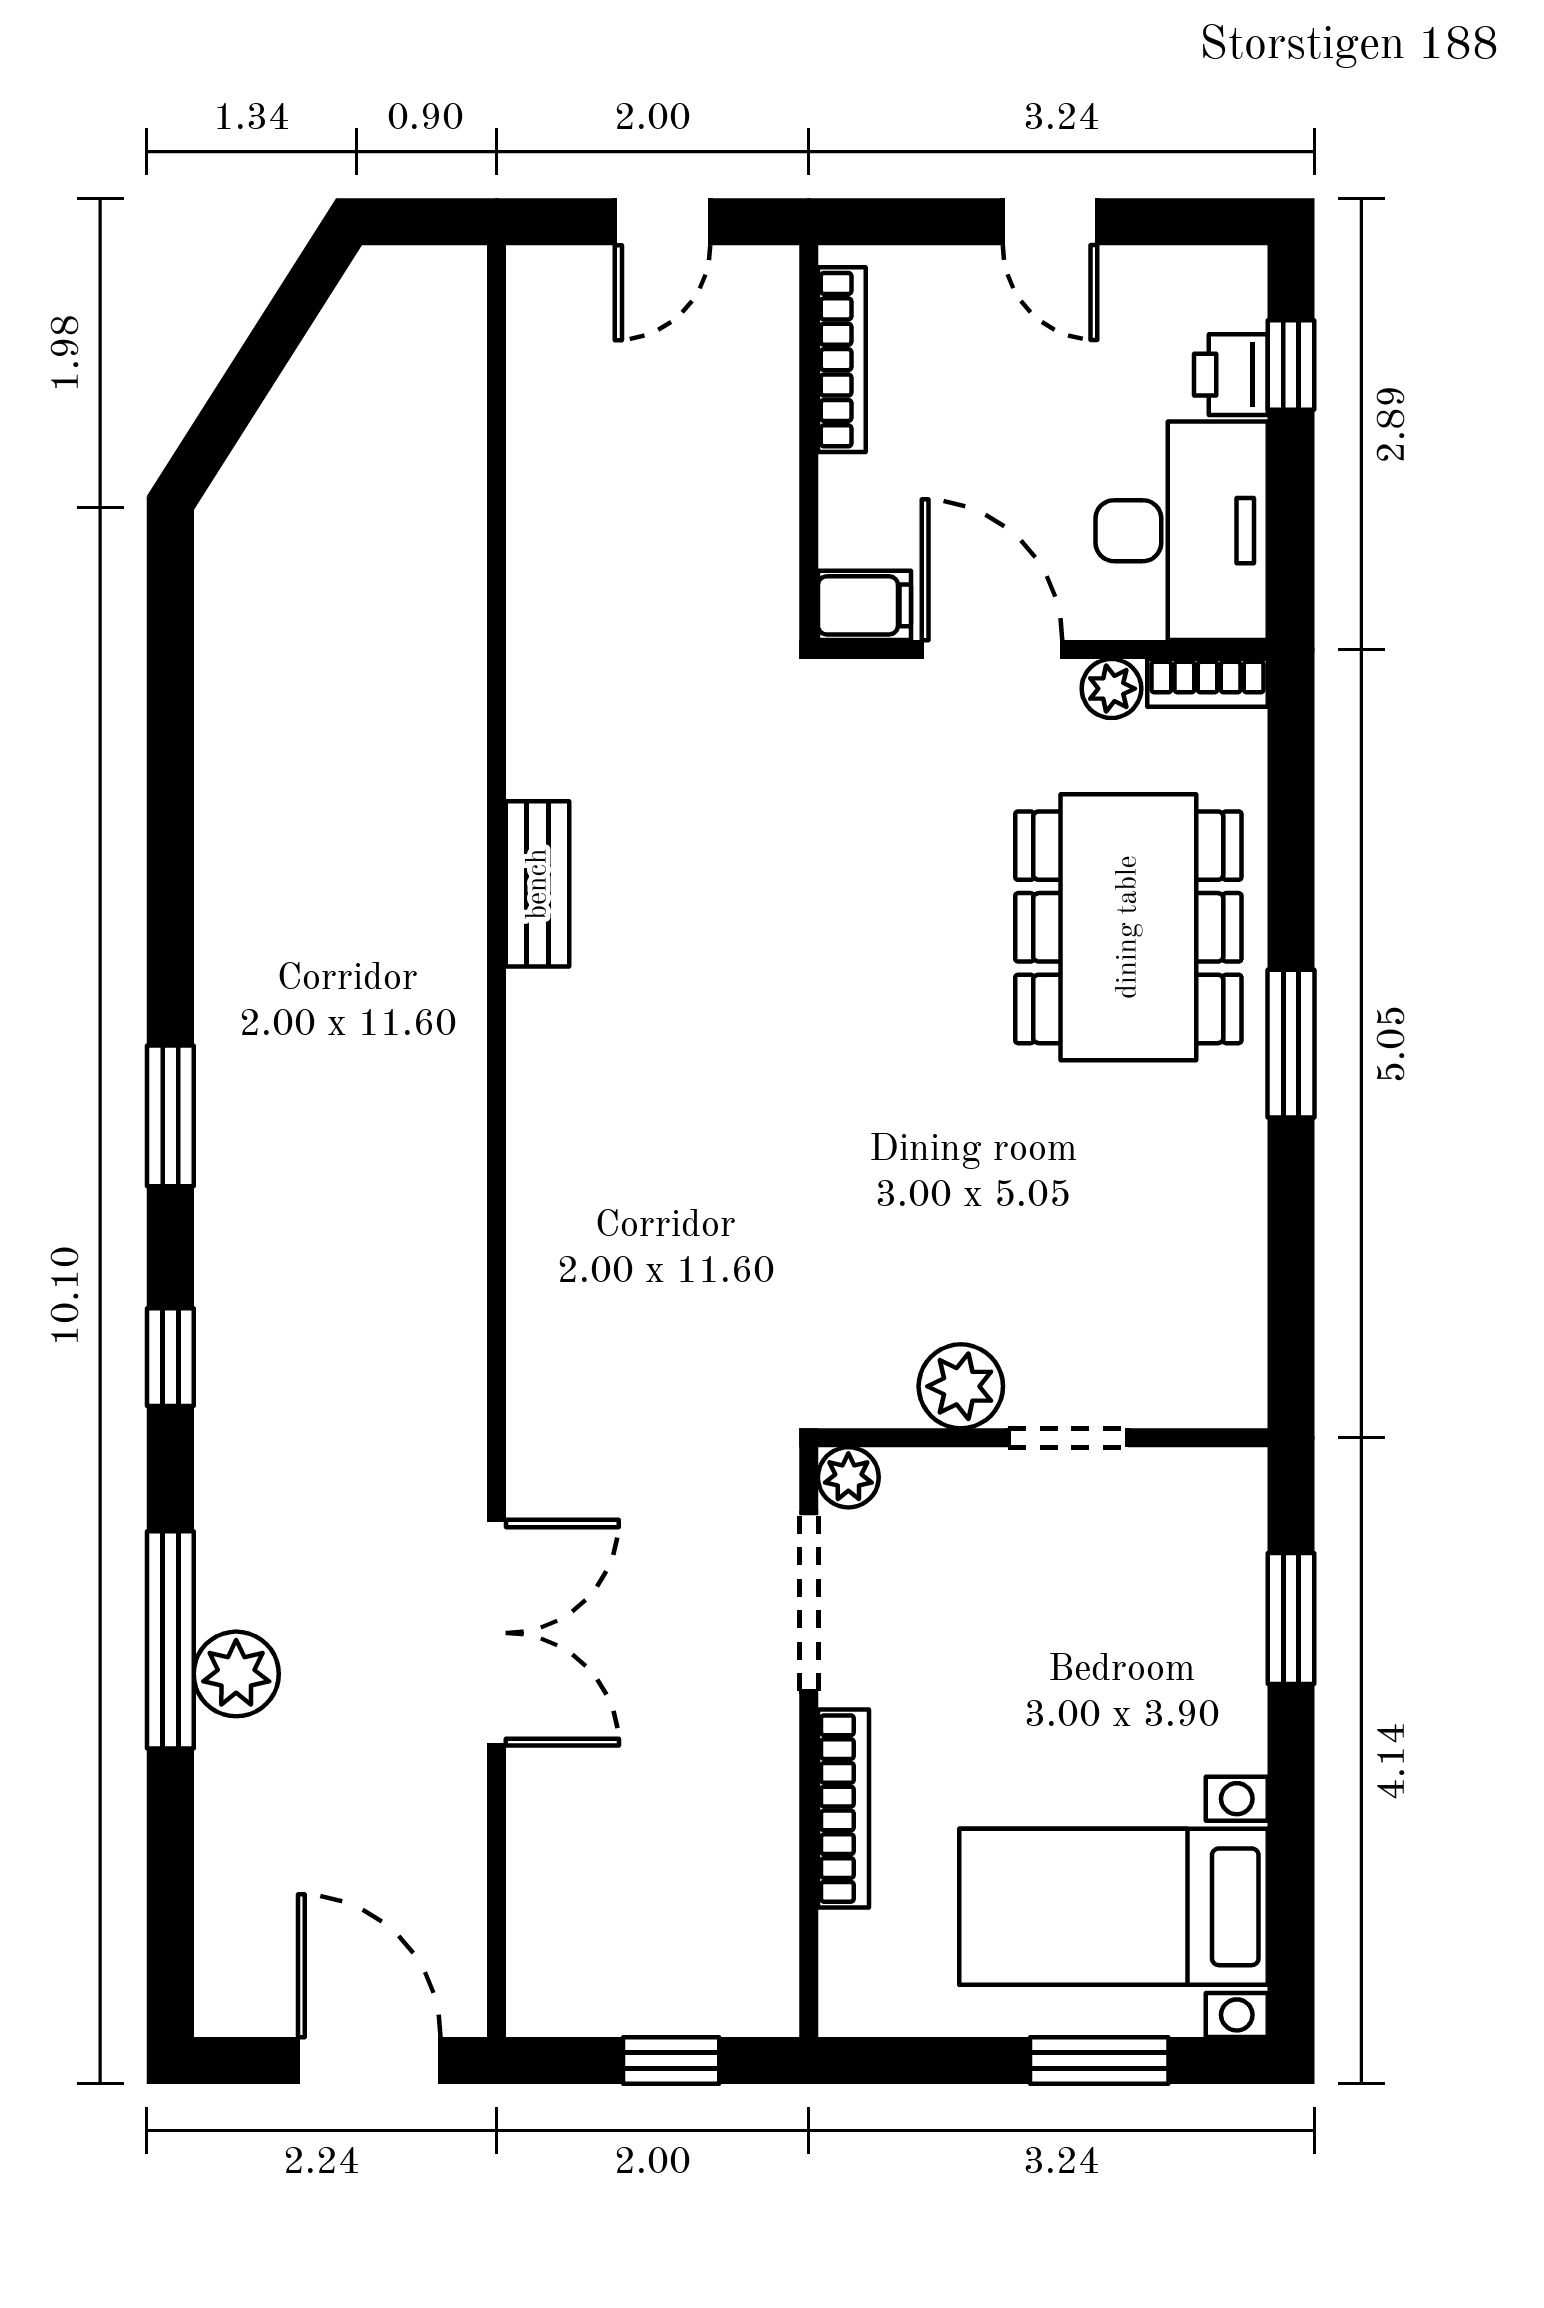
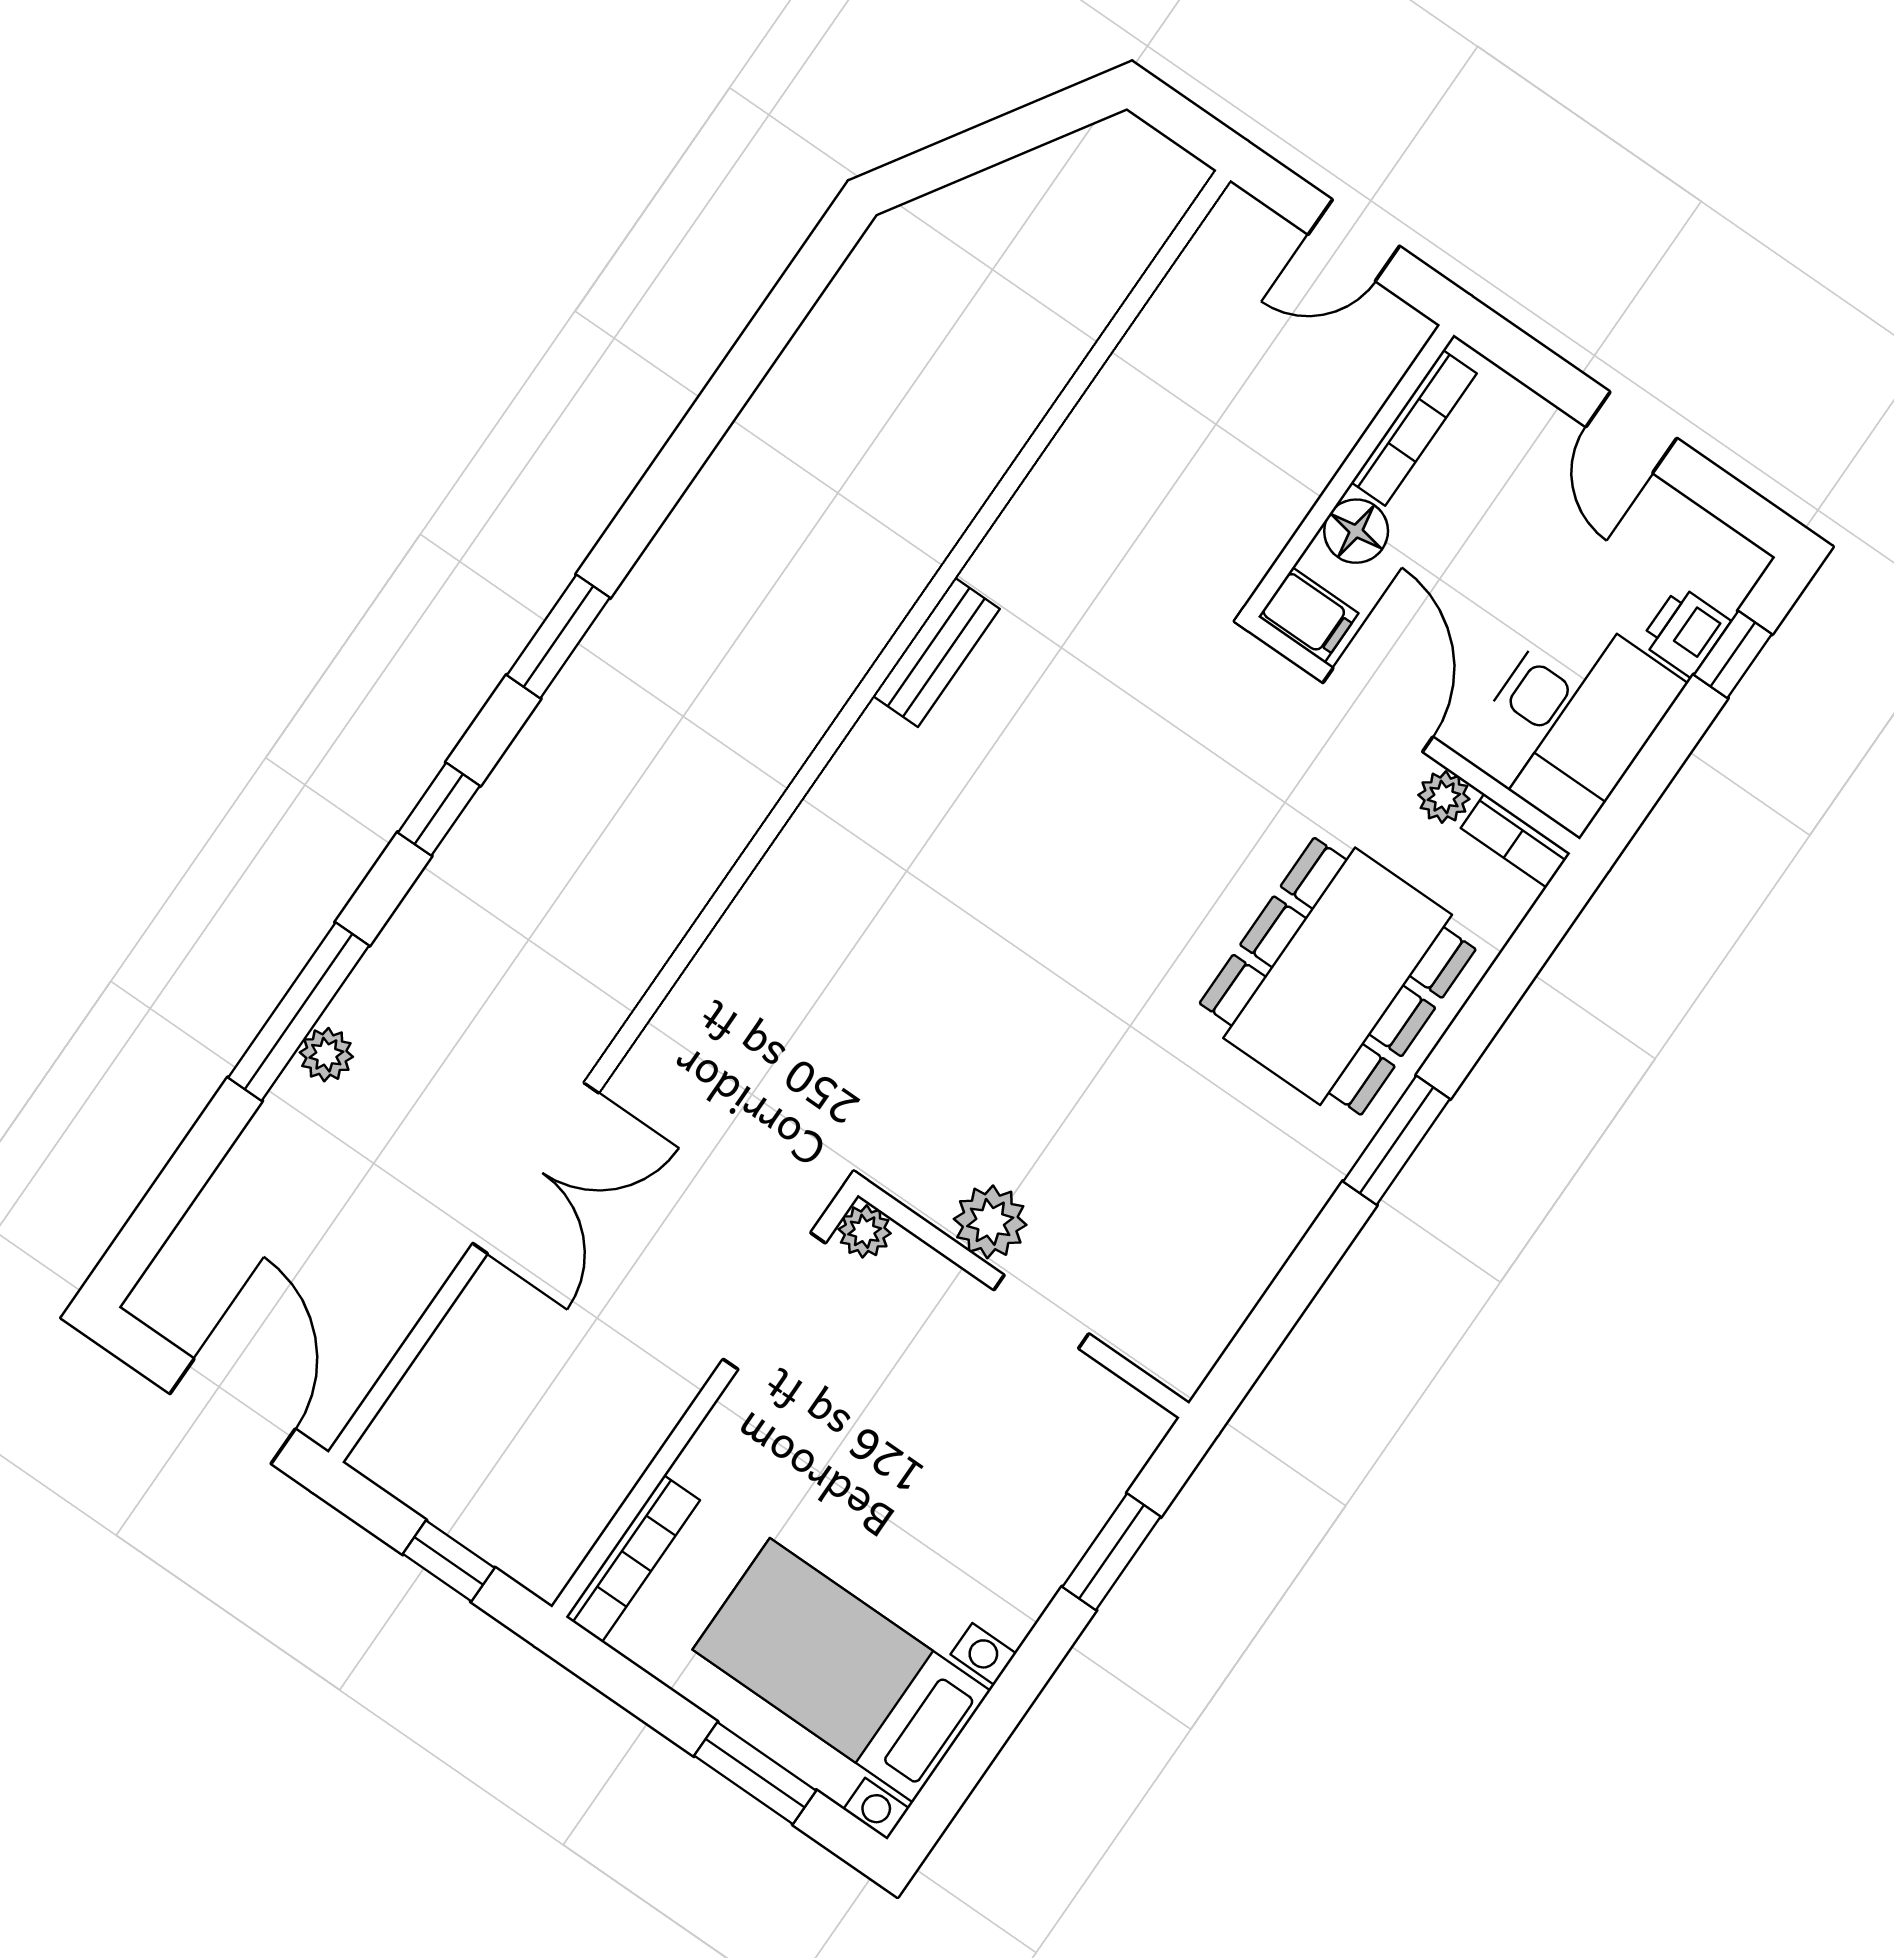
floor lamp: (855, 495) -> (1356, 531), added
plant: (236, 1674) -> (326, 1055), width x0.73, depth x0.73
bookcase: (843, 1809) -> (633, 1559), moved

